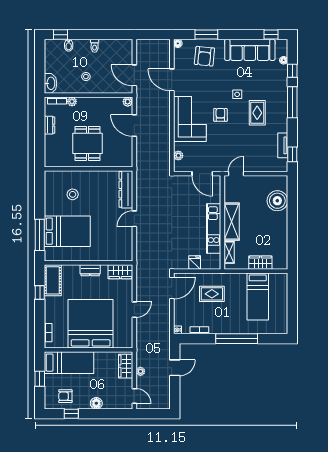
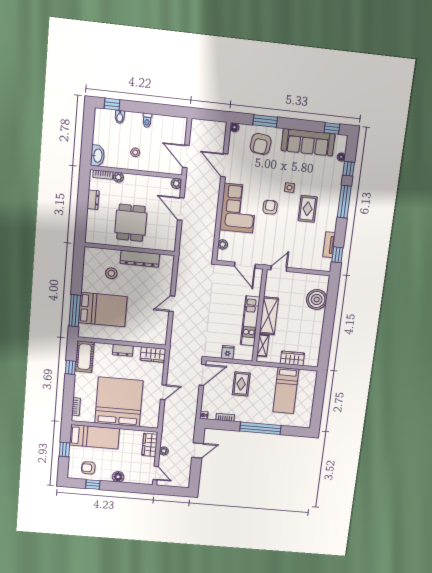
dresser: (126, 189) -> (140, 259), moved, turned -90
rug: (212, 294) -> (241, 384), turned 90

